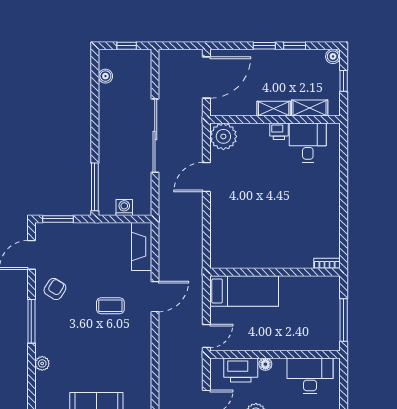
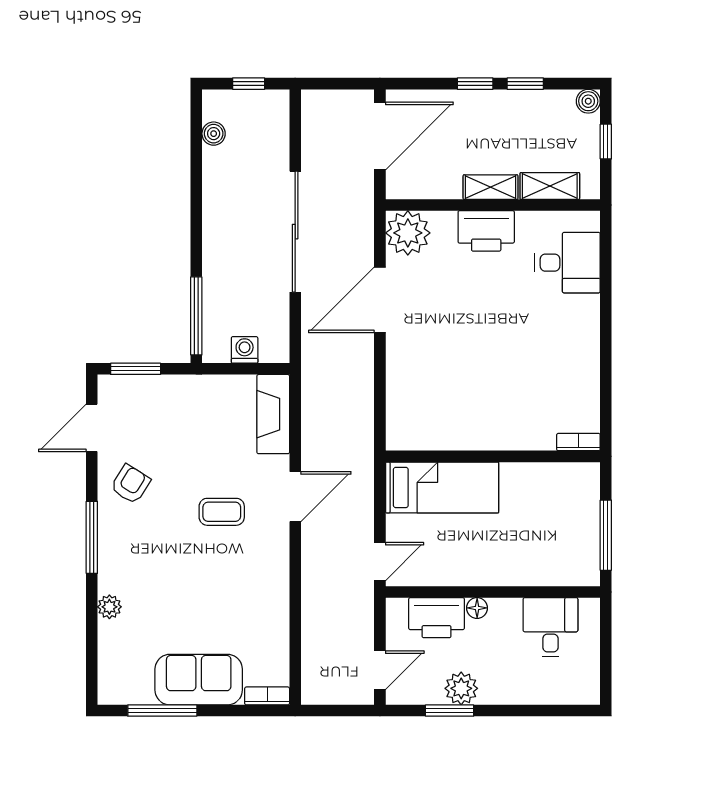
printer: (279, 131) -> (486, 231), width x1.87, depth x1.48
desk: (308, 143) -> (568, 263), moved, turned 90
door: (206, 177) -> (380, 300), width x1.36
desk: (310, 376) -> (550, 627), width x0.73

